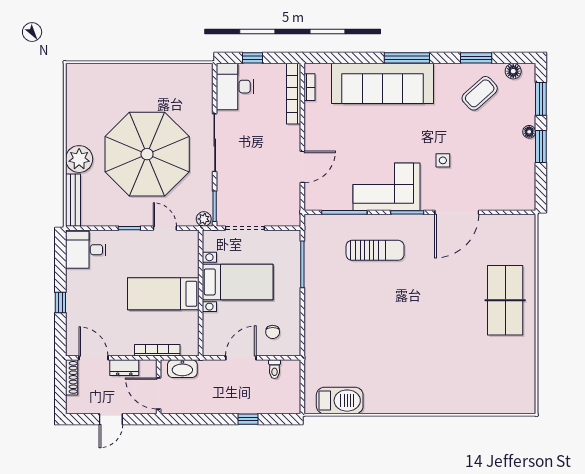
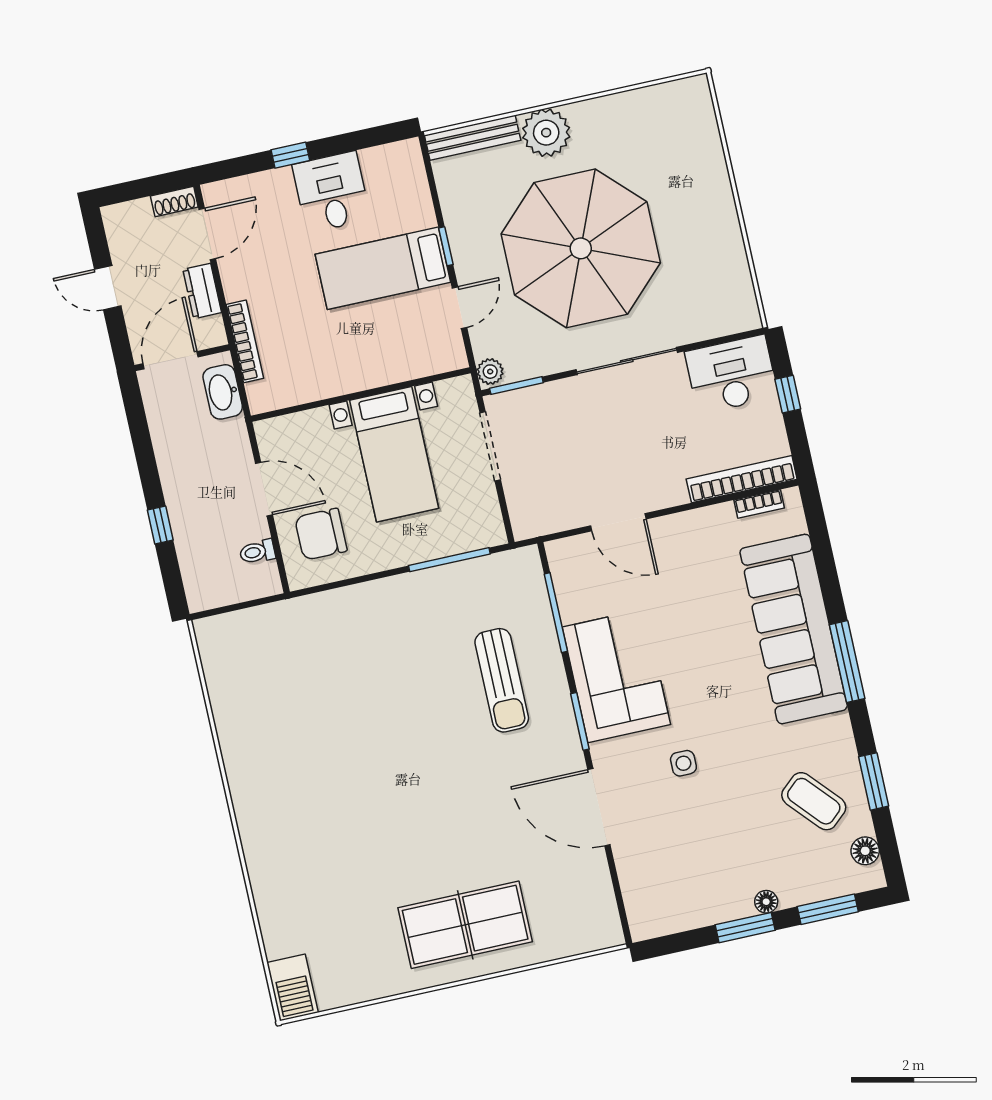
desk: (86, 250) -> (331, 192), moved
bed: (163, 294) -> (383, 268), moved, turned -90
chair: (273, 332) -> (321, 534), width x1.87, depth x1.87
shoe rack: (72, 377) -> (174, 202), width x0.70
barbecue: (340, 401) -> (293, 987), moved, width x0.73, depth x0.83

